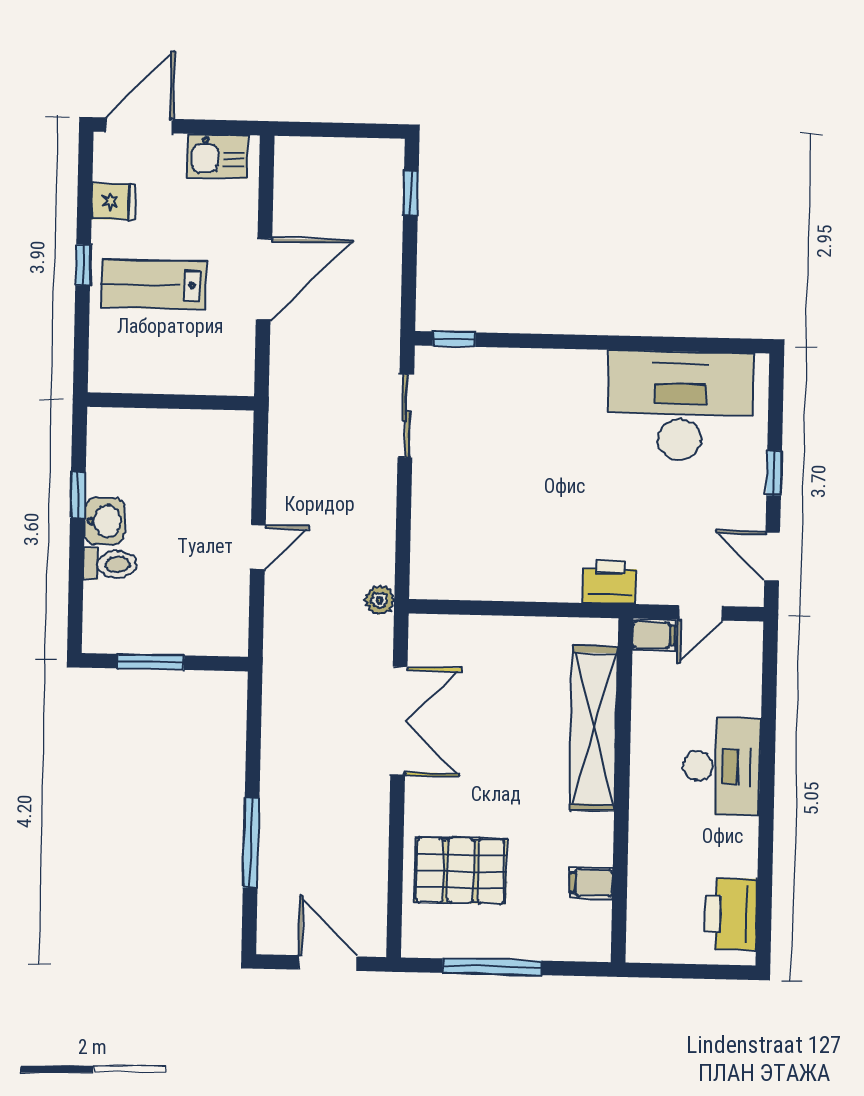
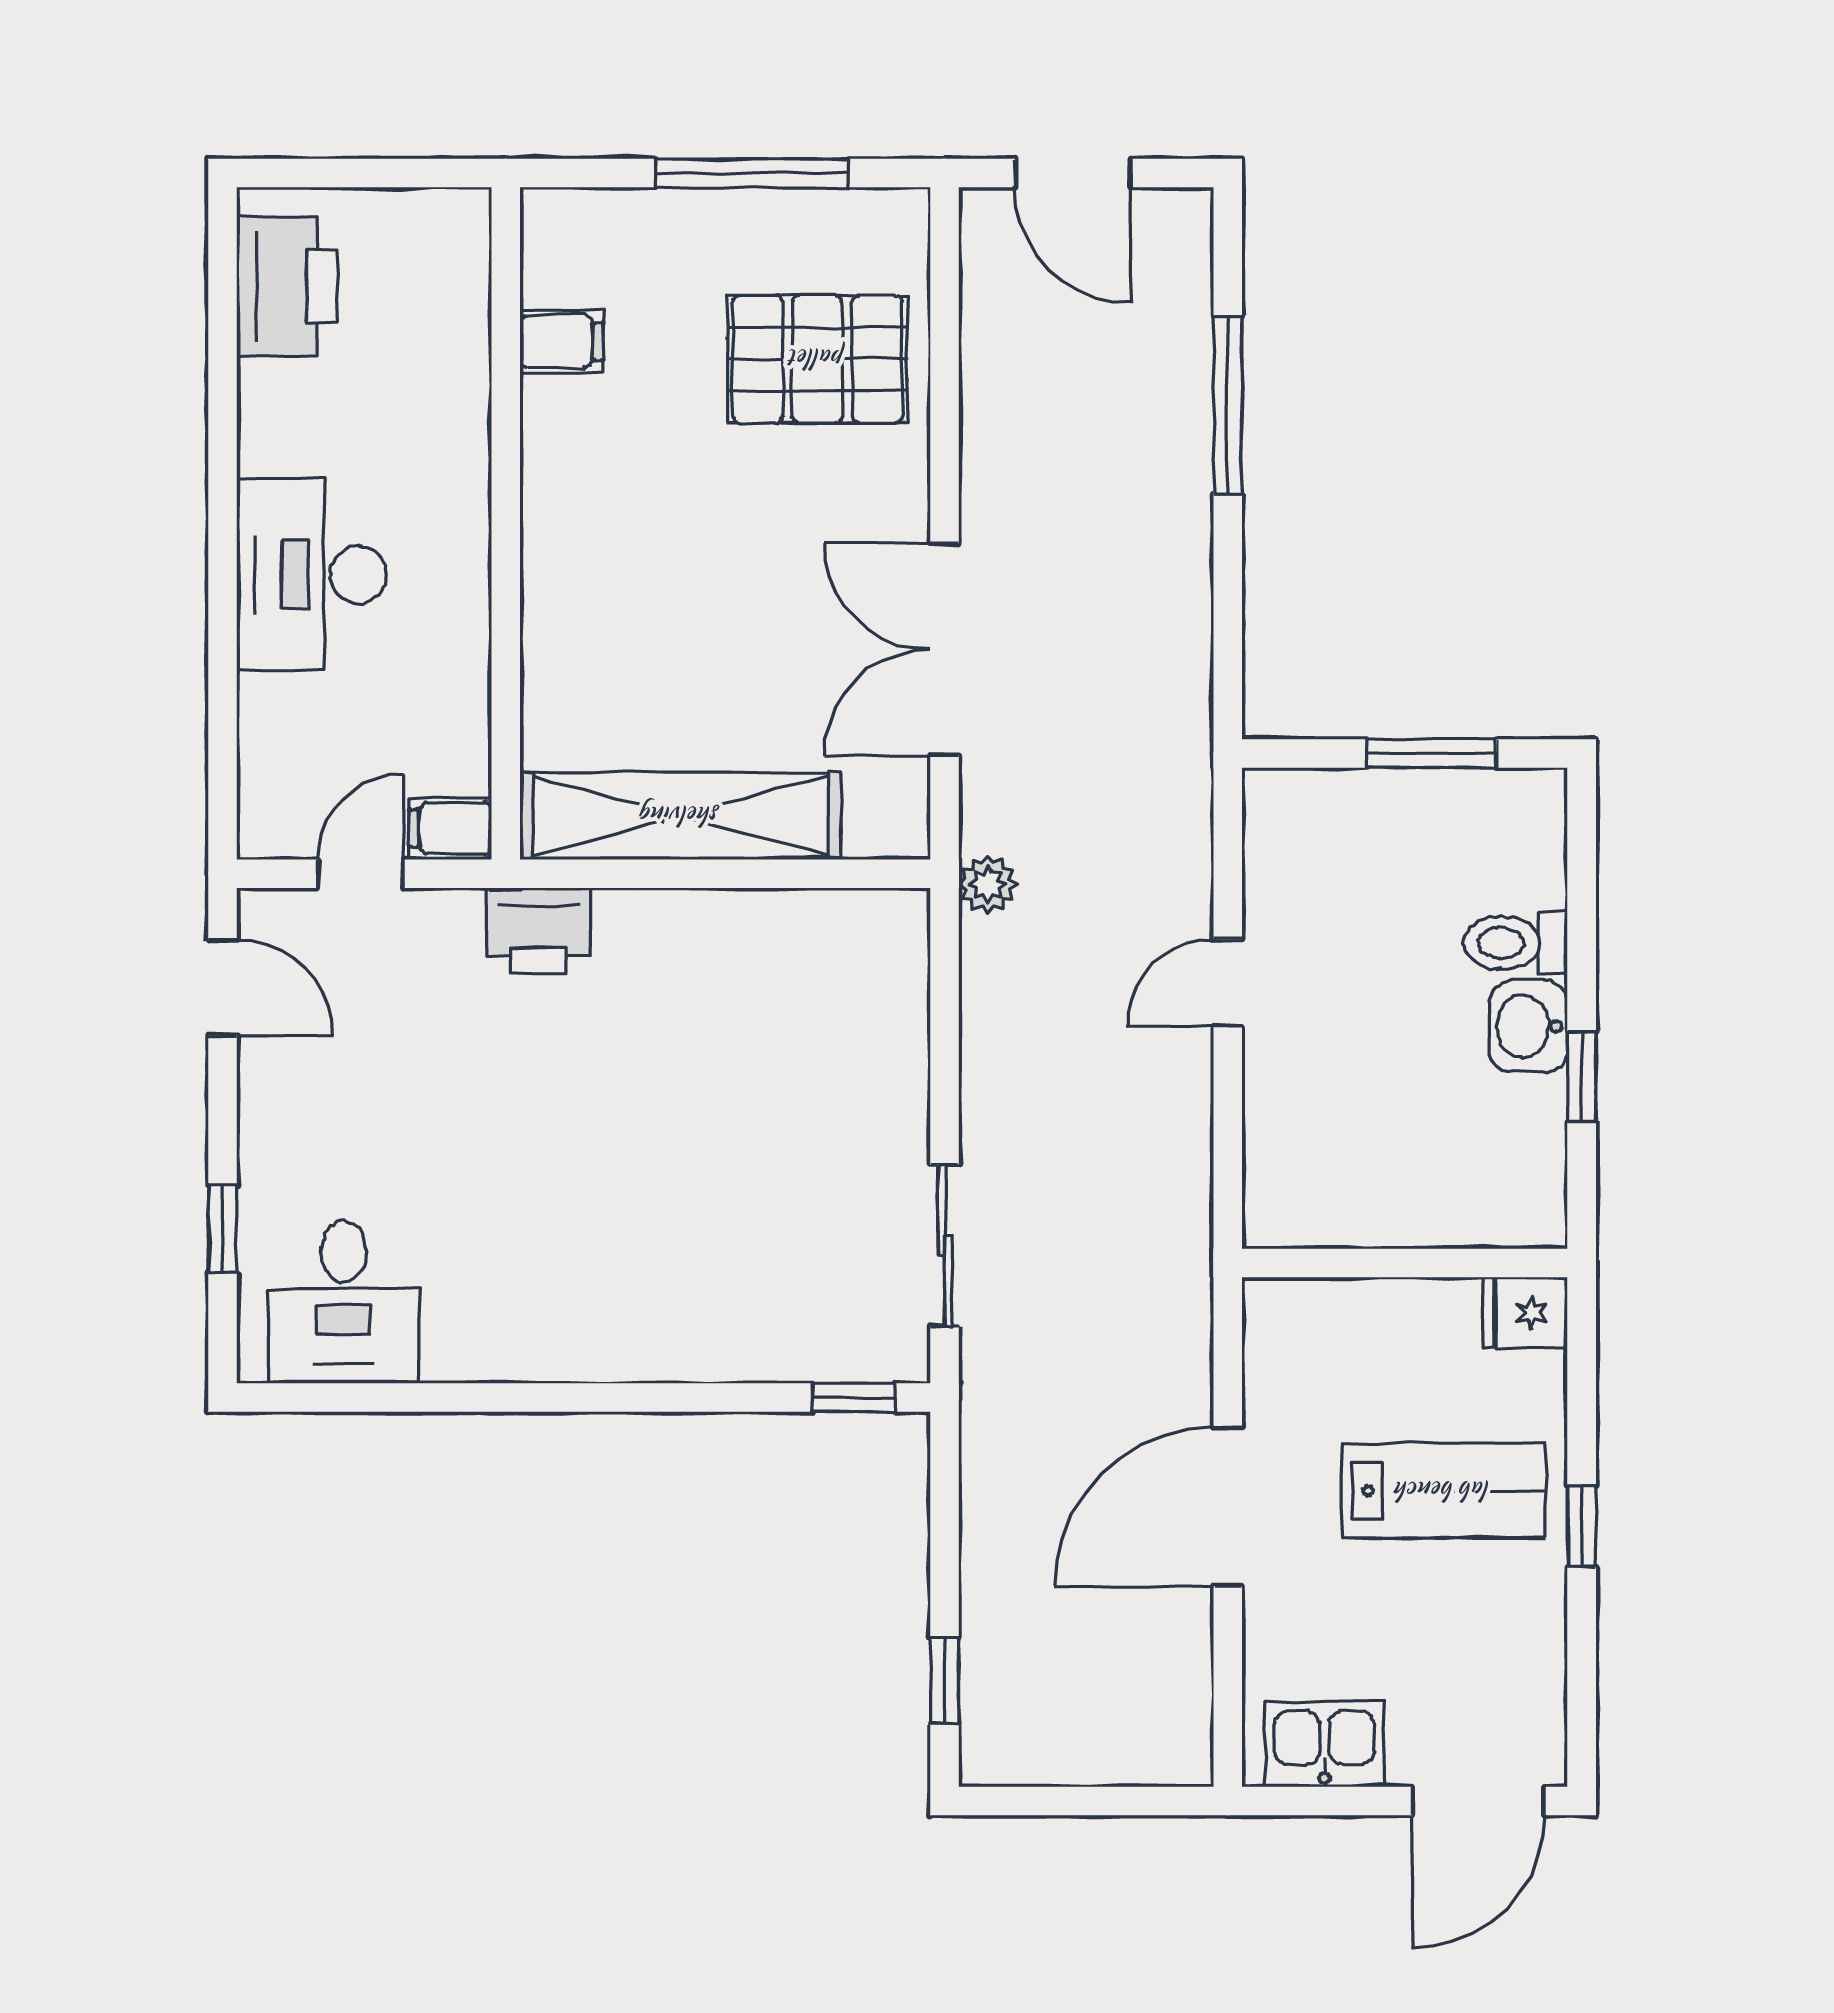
fridge: (114, 202) -> (1525, 1313), moved
desk: (680, 406) -> (344, 1302), width x0.53, depth x0.77
window: (774, 473) -> (223, 1229), moved
shelving: (594, 728) -> (680, 816), moved, turned 90

